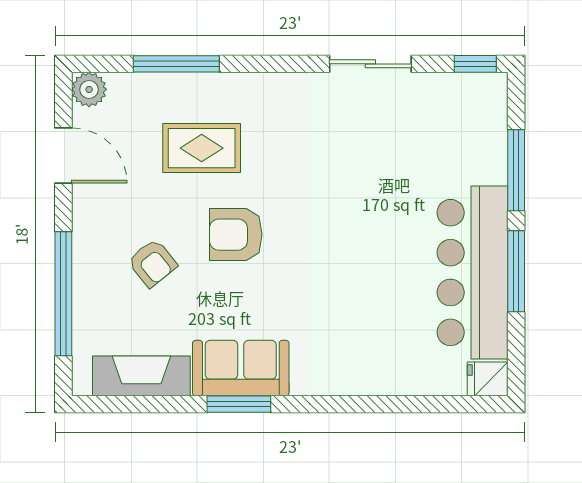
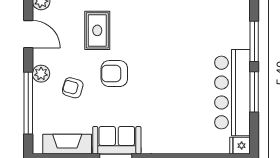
rug: (202, 148) -> (97, 30), turned 90
plant: (89, 235) -> (41, 74), added
armchair: (152, 263) -> (73, 88), turned 145

